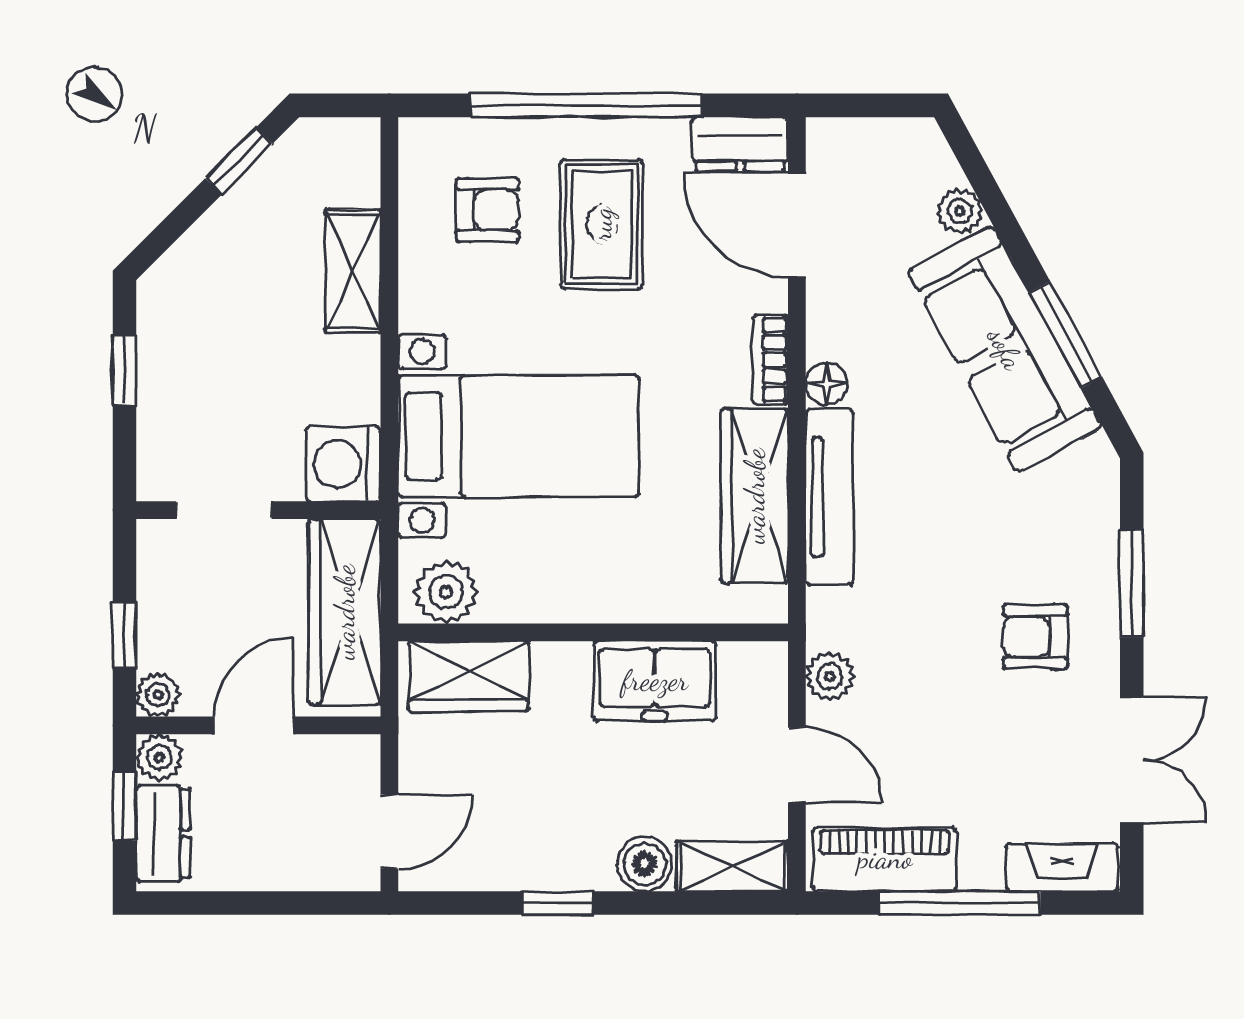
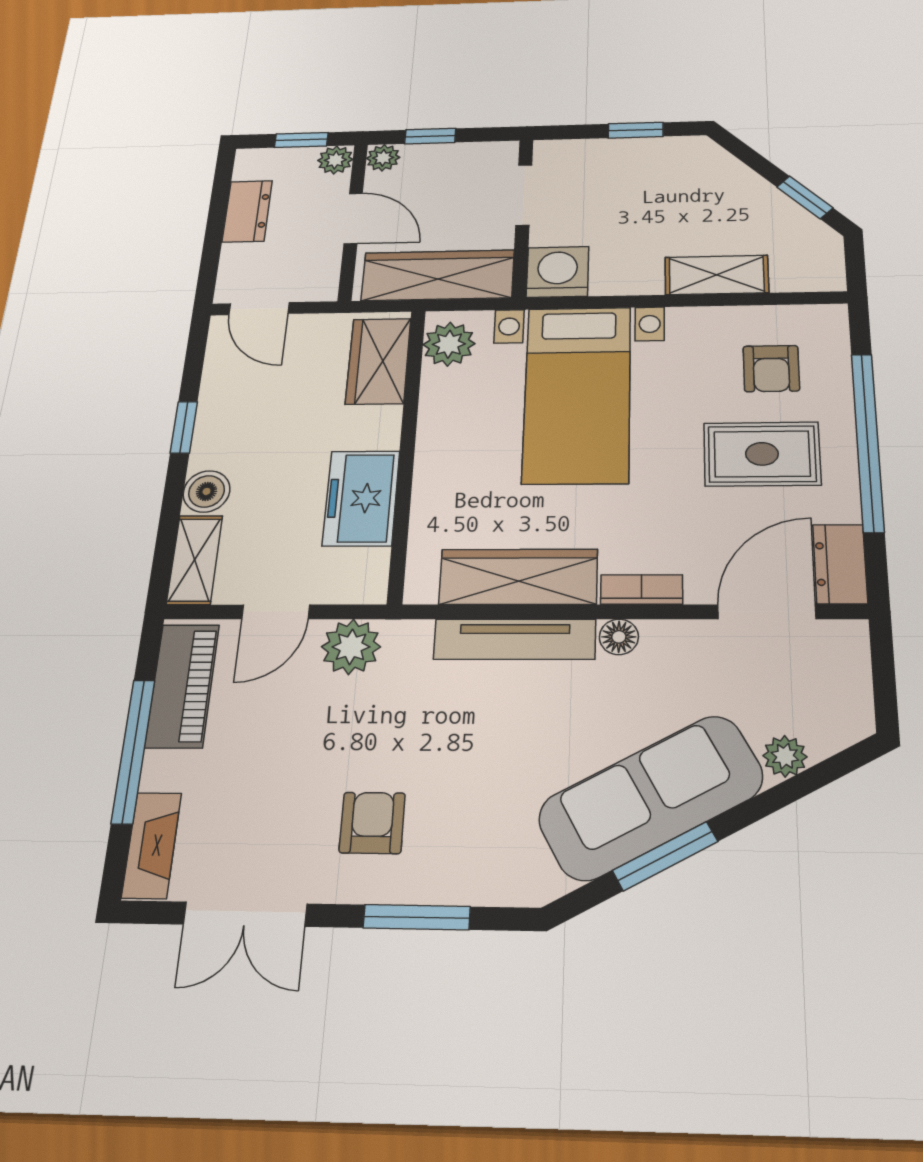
plant: (830, 677) -> (351, 647), width x1.38, depth x1.38
dresser: (163, 833) -> (247, 211), moved, turned -90

